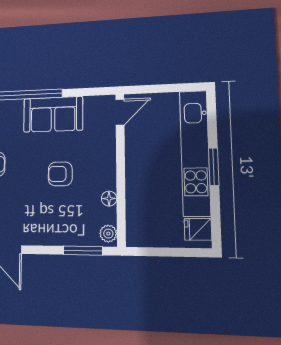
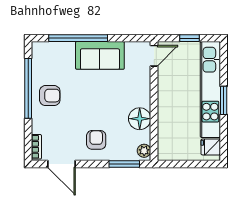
window: (165, 88) -> (190, 38), added
armchair: (60, 174) -> (96, 140), moved, turned 90
floor lamp: (109, 199) -> (140, 119), width x1.89, depth x1.89

